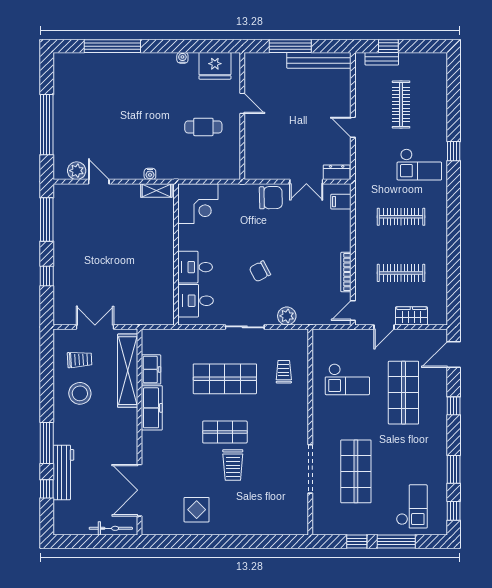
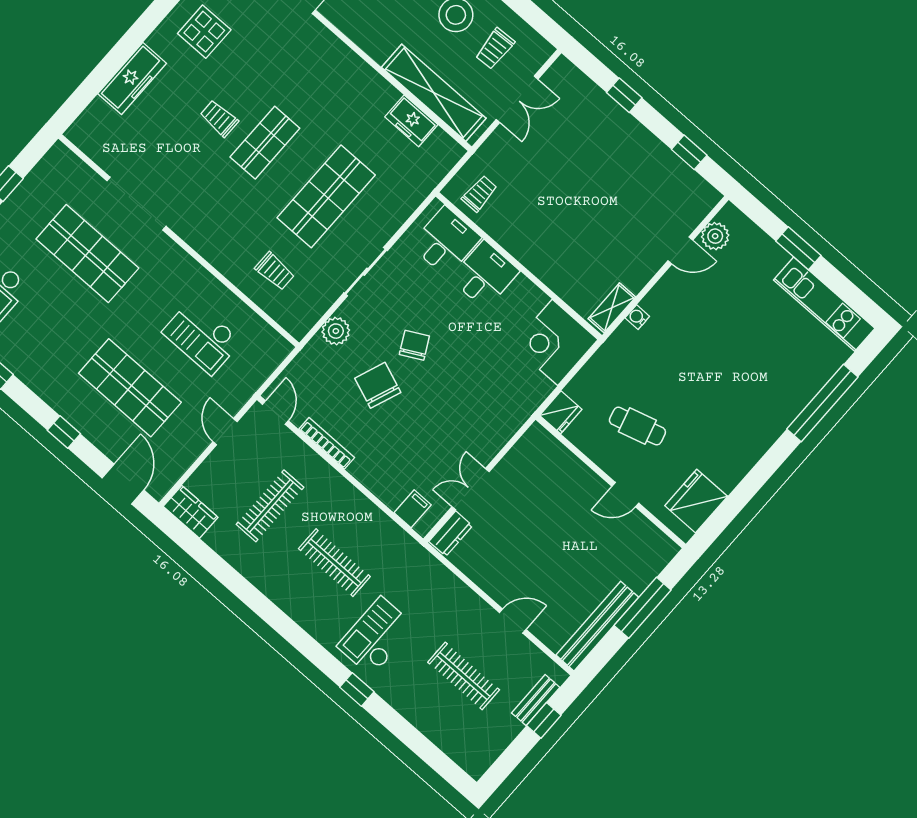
water cooler: (182, 58) -> (738, 472), removed
kitchen unit: (63, 88) -> (824, 304), added
window: (47, 125) -> (798, 248), width x0.47
cafe table: (203, 127) -> (637, 426), turned 74
door: (353, 127) -> (513, 621), moved
fridge: (230, 171) -> (561, 412), added
chair: (271, 198) -> (378, 385), moved, turned 112
clothes rail: (401, 217) -> (334, 563), turned 90
window: (47, 220) -> (689, 152), width x0.46
trolley: (157, 305) -> (480, 194), added
wardrobe: (411, 316) -> (191, 512), moved, turned -90
checkout: (347, 379) -> (202, 337), turned -90
freezer: (152, 408) -> (132, 79), moved, turned -90
trolley: (233, 465) -> (219, 118), width x0.73, depth x0.72

